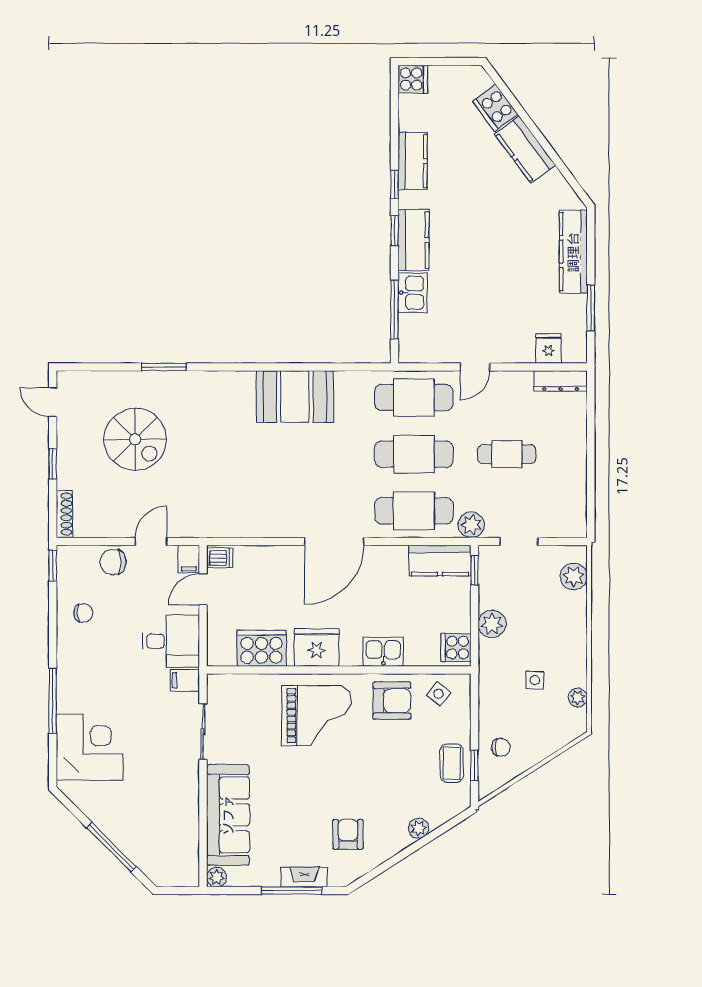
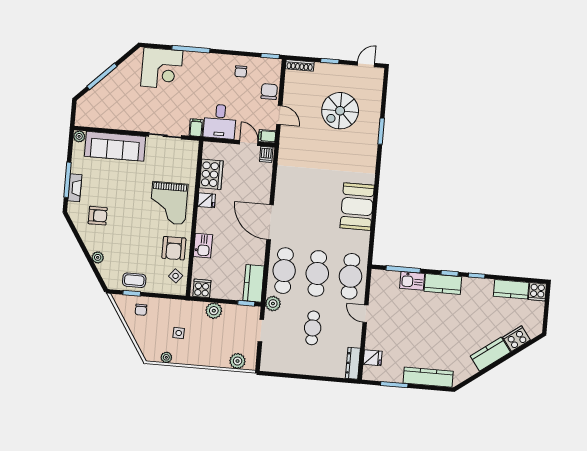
kitchen counter: (413, 161) -> (511, 289), moved
fridge: (317, 647) -> (207, 200), width x0.53, depth x0.75

